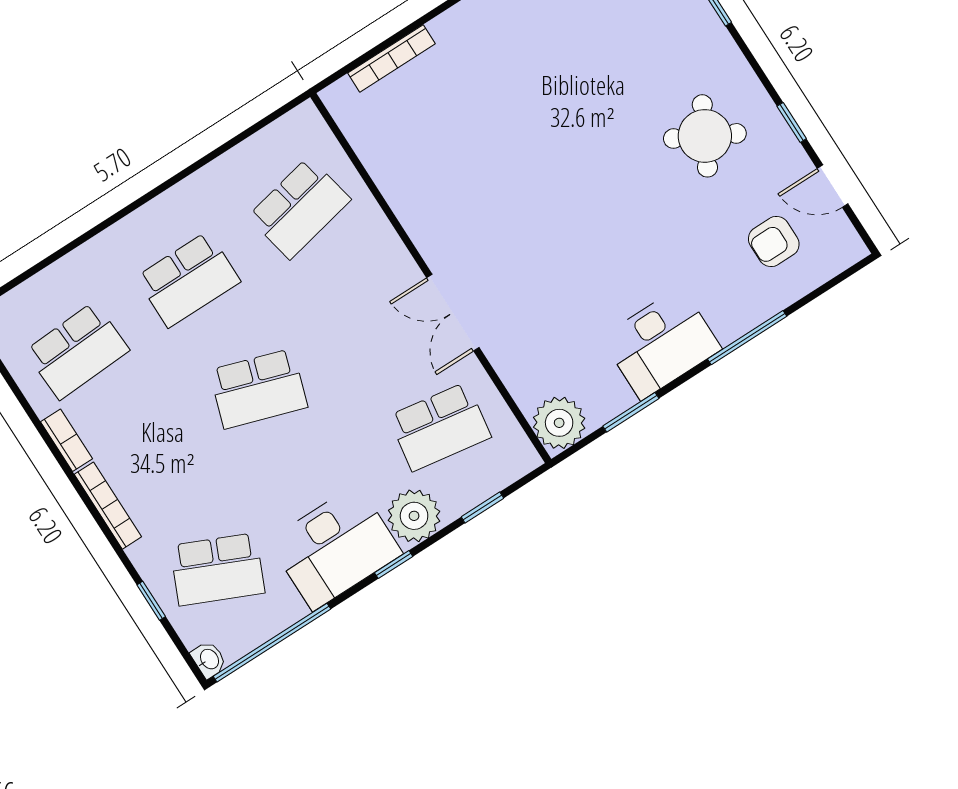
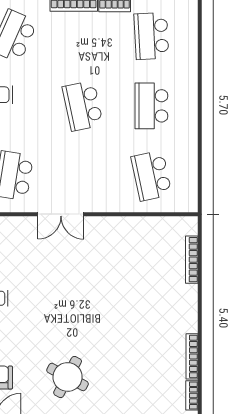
double door: (453, 313) -> (61, 214), swing flipped
school desk: (258, 389) -> (83, 106), turned -30

